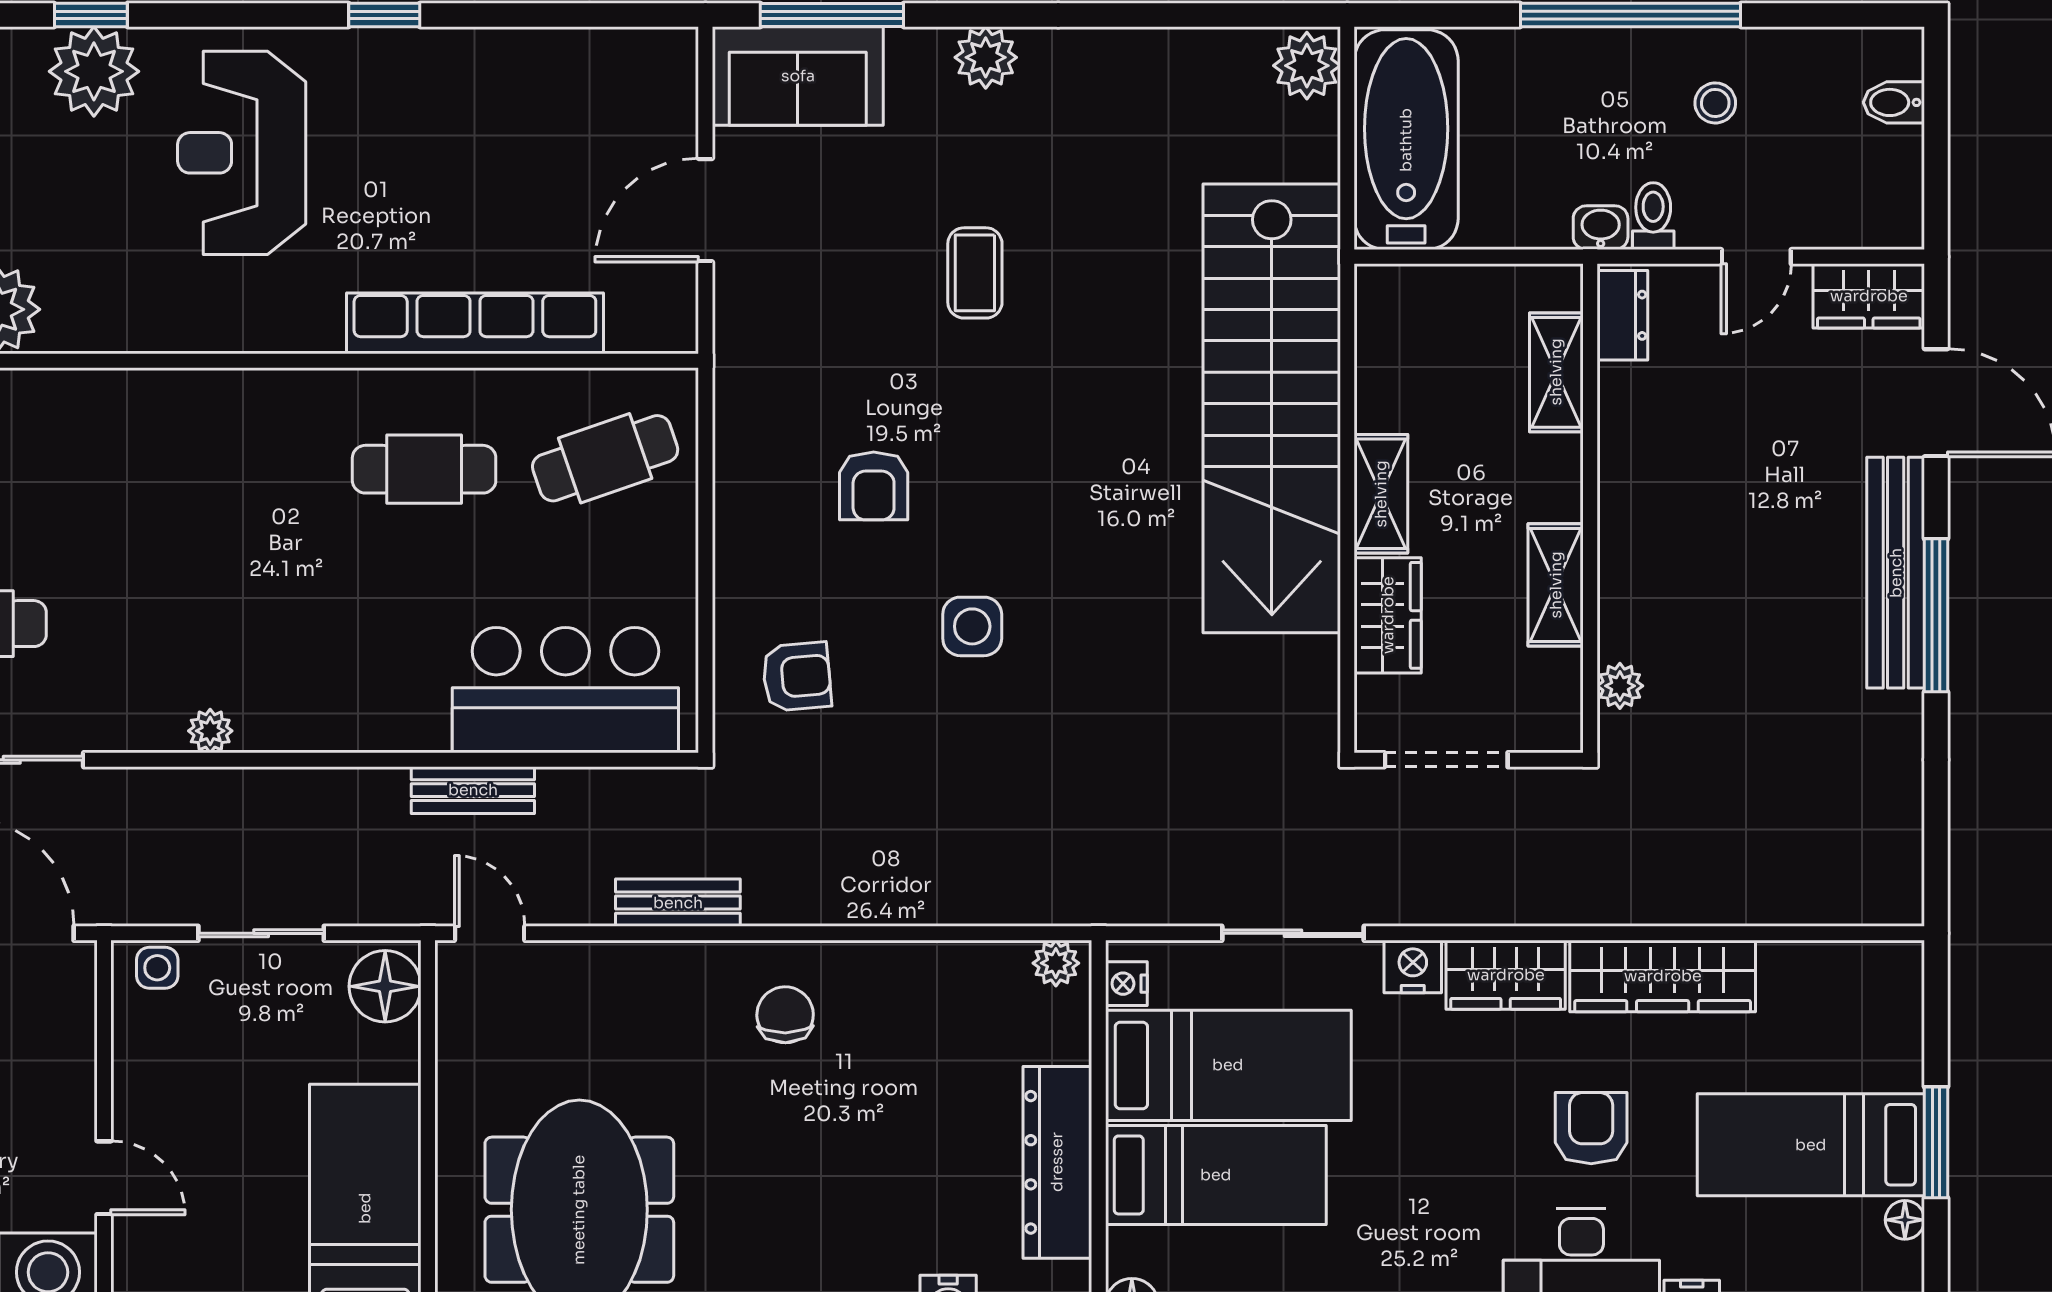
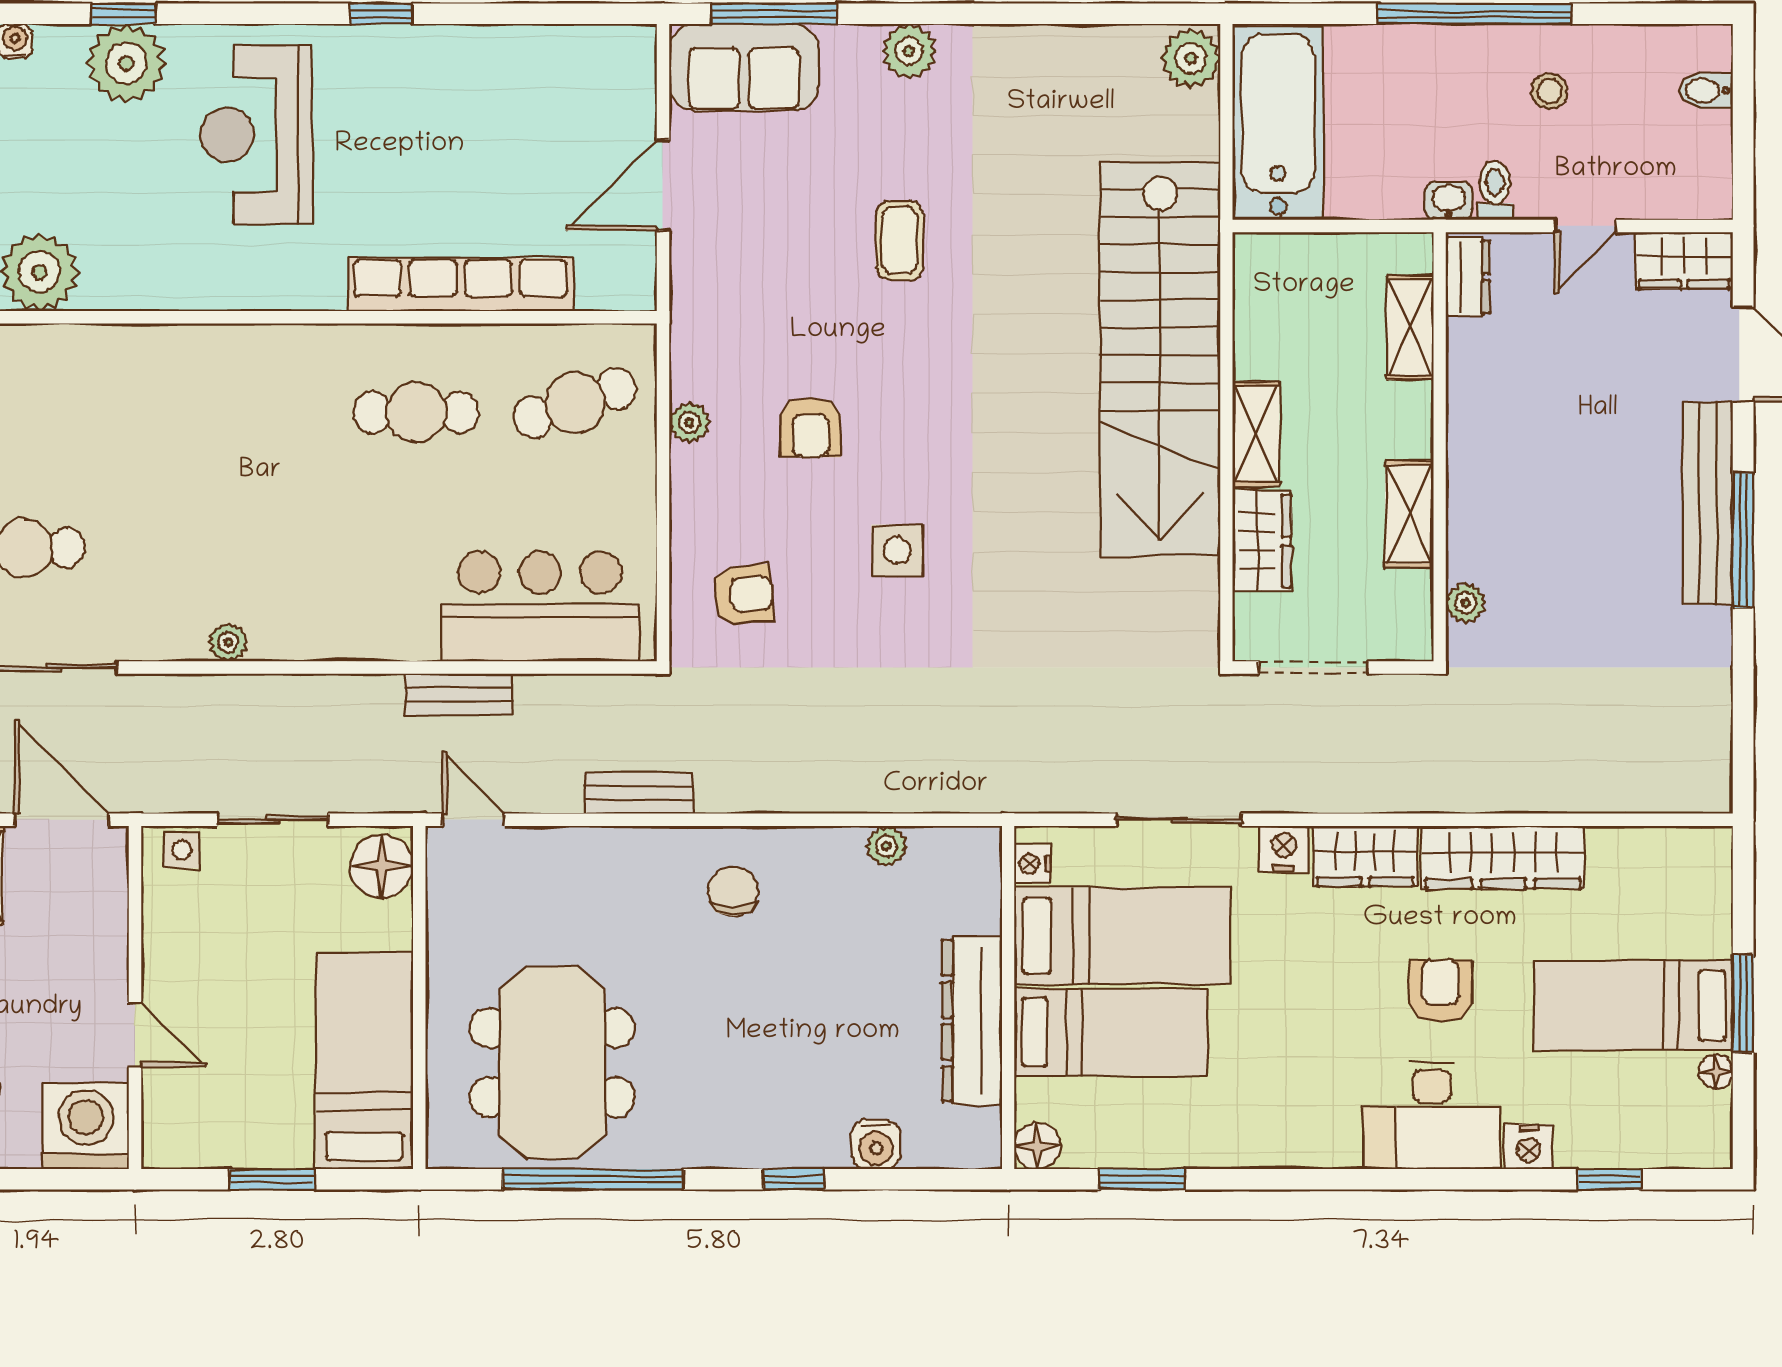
plant: (736, 481) -> (689, 422), added
plant: (1056, 963) -> (886, 846), moved

